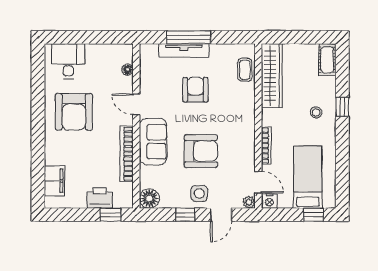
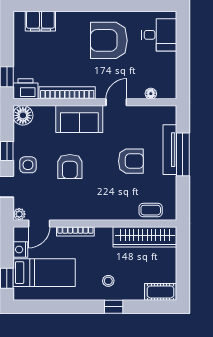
armchair: (201, 151) -> (70, 167), width x0.73, depth x0.73
printer: (100, 198) -> (25, 89), moved, turned -90
nightstand: (269, 201) -> (20, 249), moved

